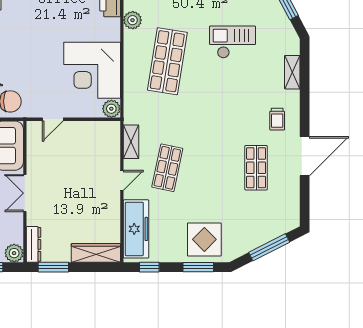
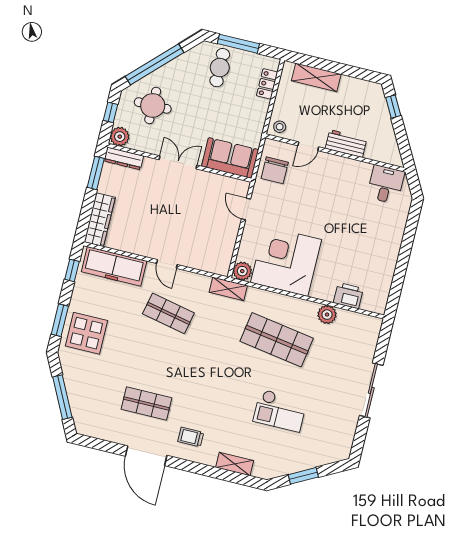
checkout: (233, 42) -> (280, 411), turned 90
shelving: (131, 142) -> (228, 289), moved

